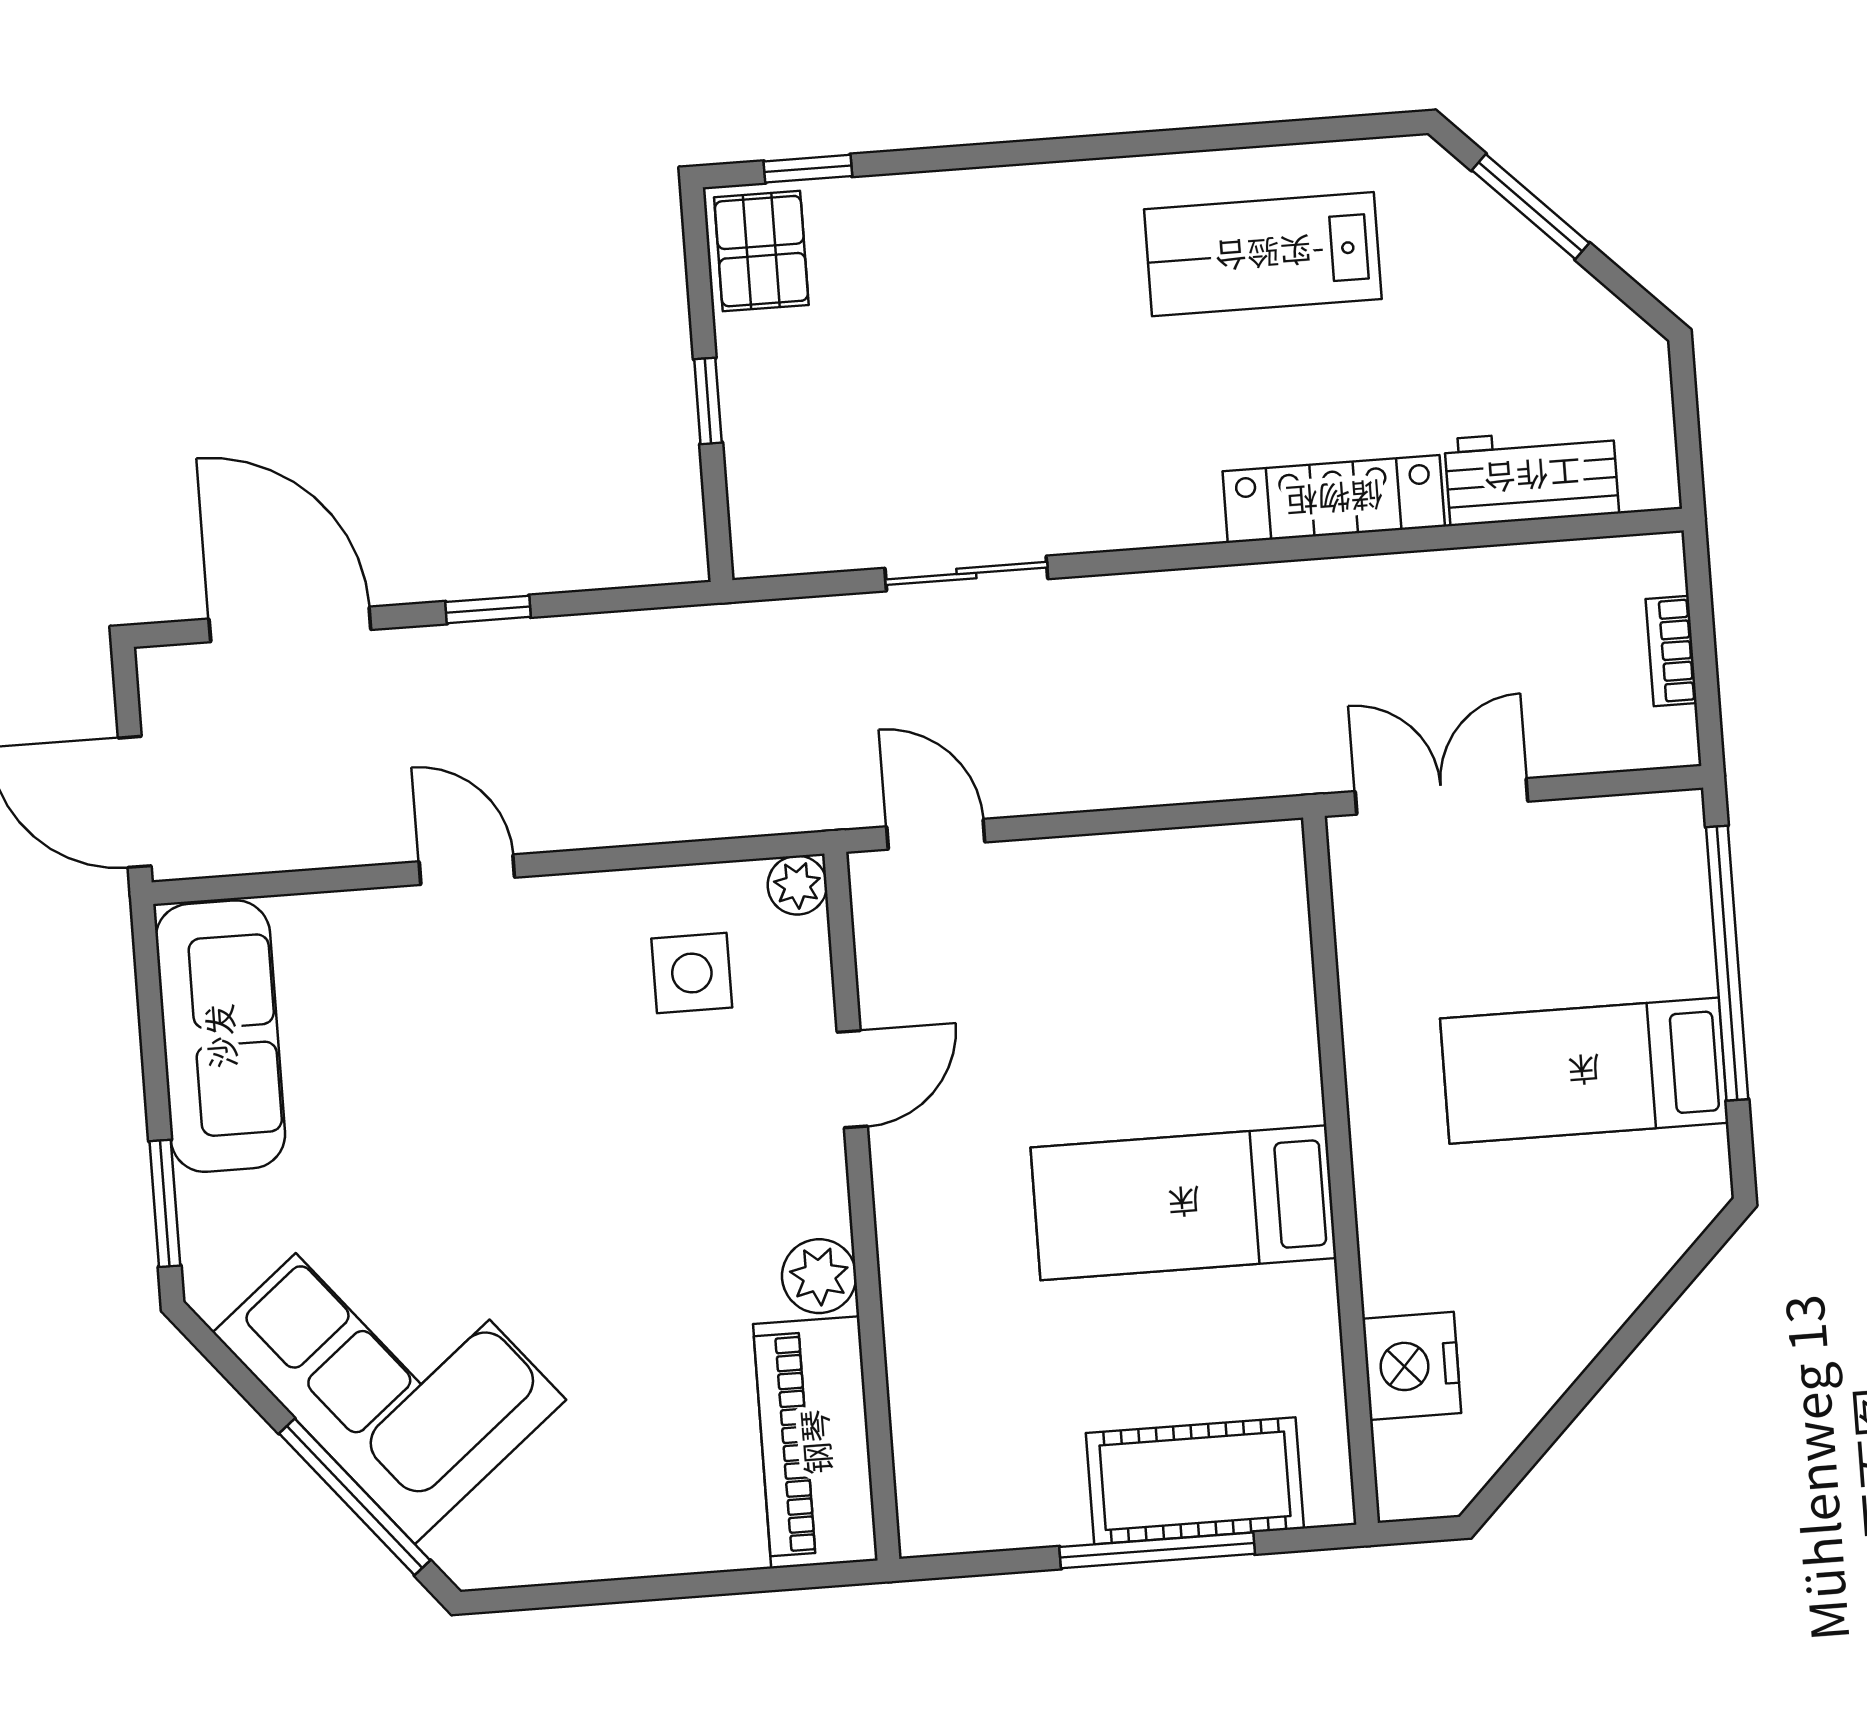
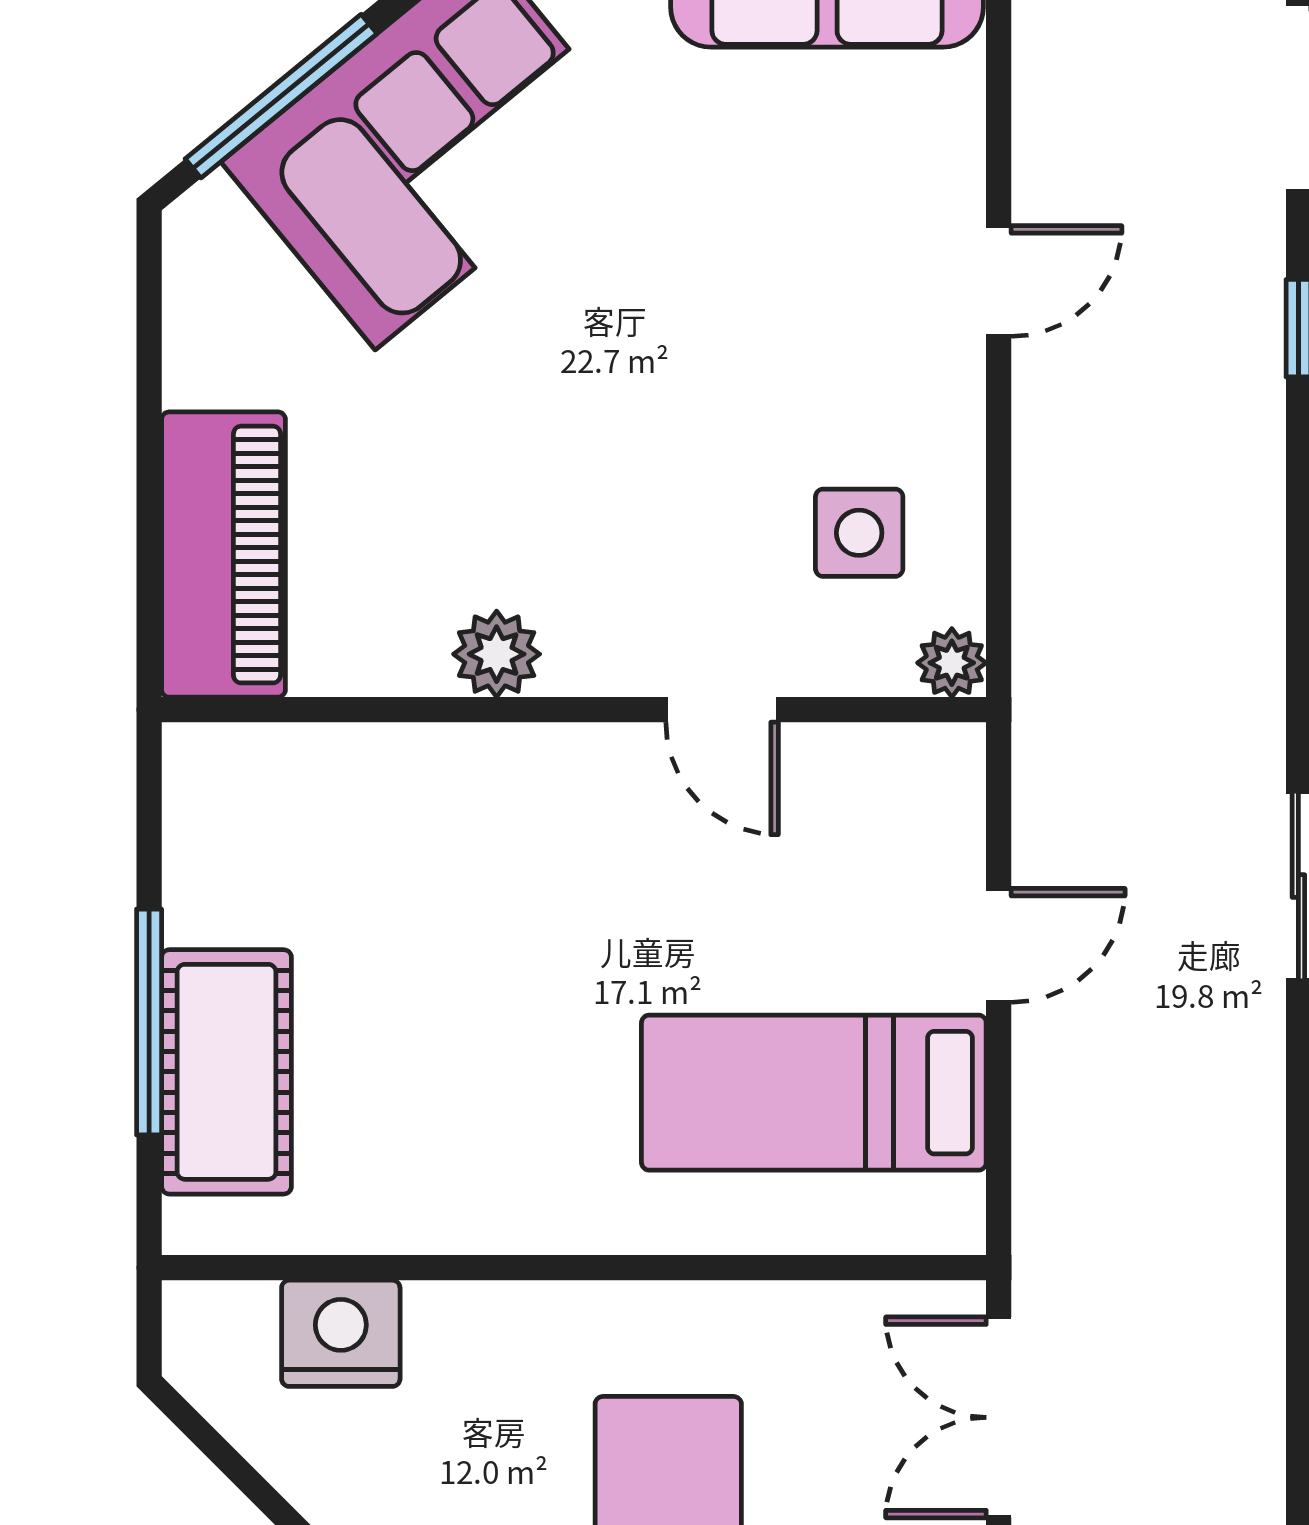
double door: (1441, 796) -> (999, 1417), swing flipped
door: (936, 834) -> (999, 945), moved
bed: (1184, 1203) -> (814, 1093), moved, turned -90
piano: (815, 1442) -> (224, 555), moved, turned 90

